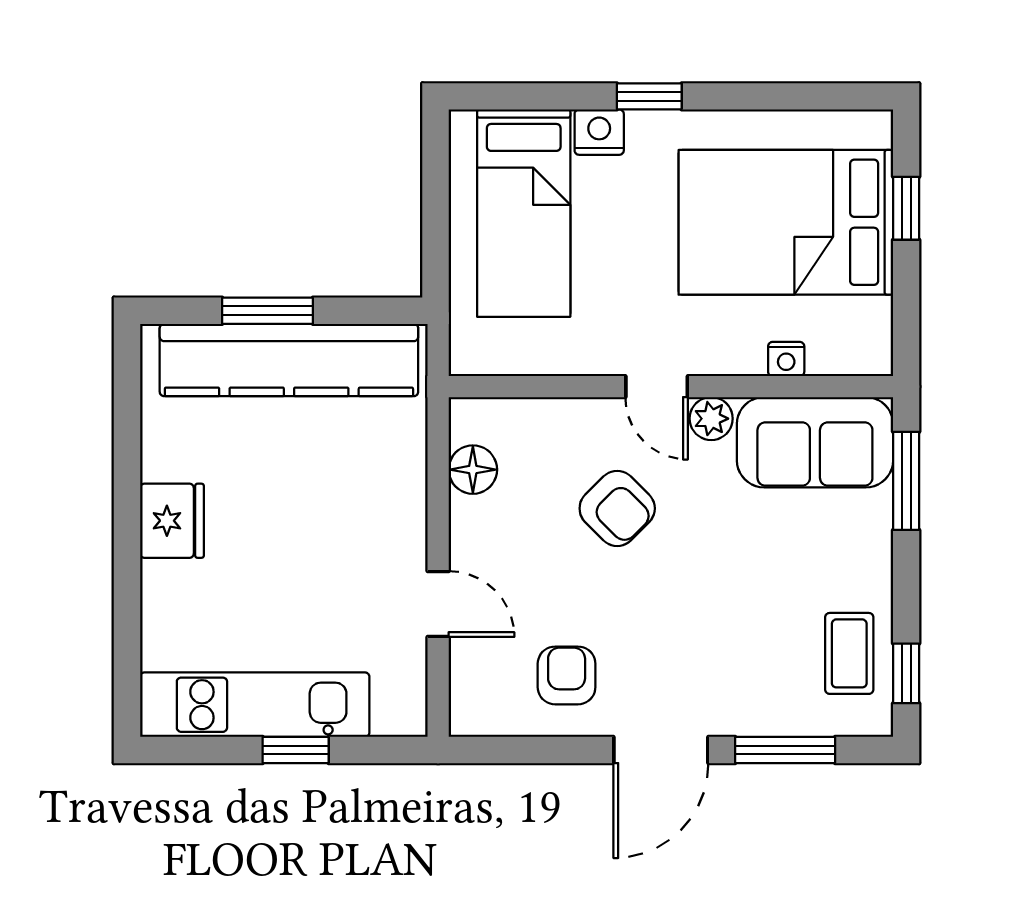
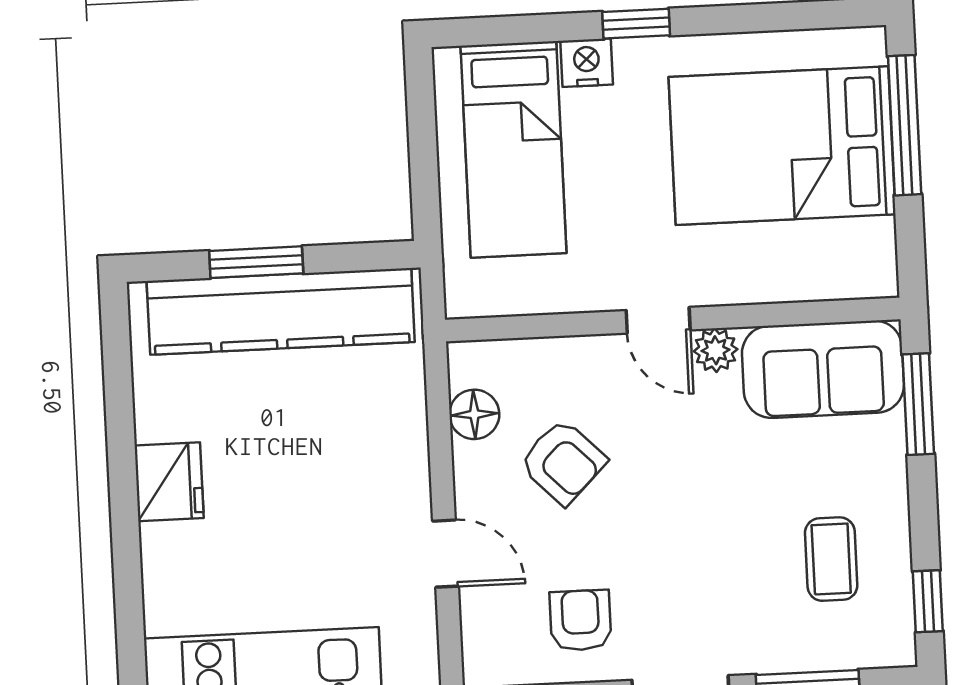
window: (906, 208) -> (905, 125), width x2.17
nightstand: (786, 359) -> (789, 286), removed
armchair: (617, 508) -> (563, 462), moved
coffee table: (849, 653) -> (831, 559), moved

